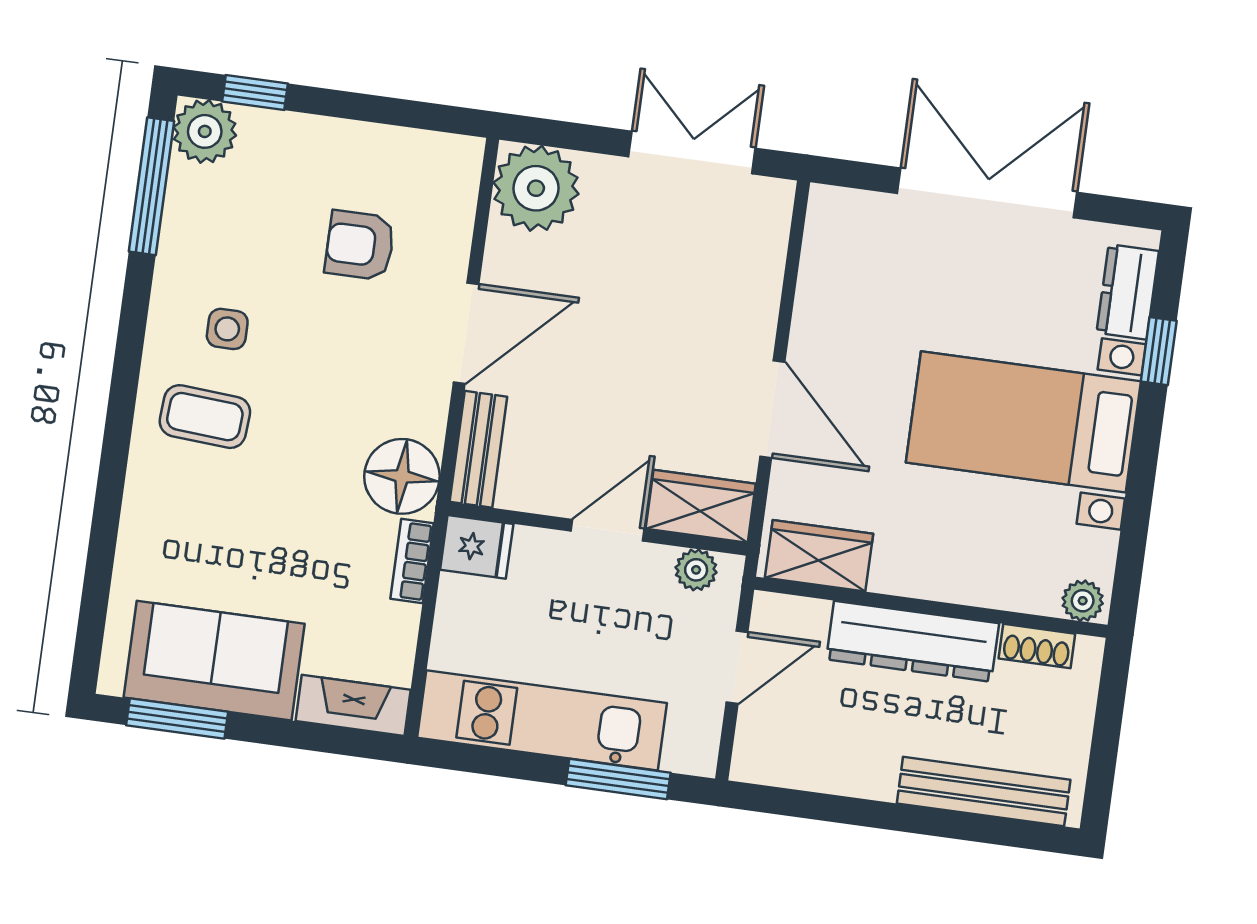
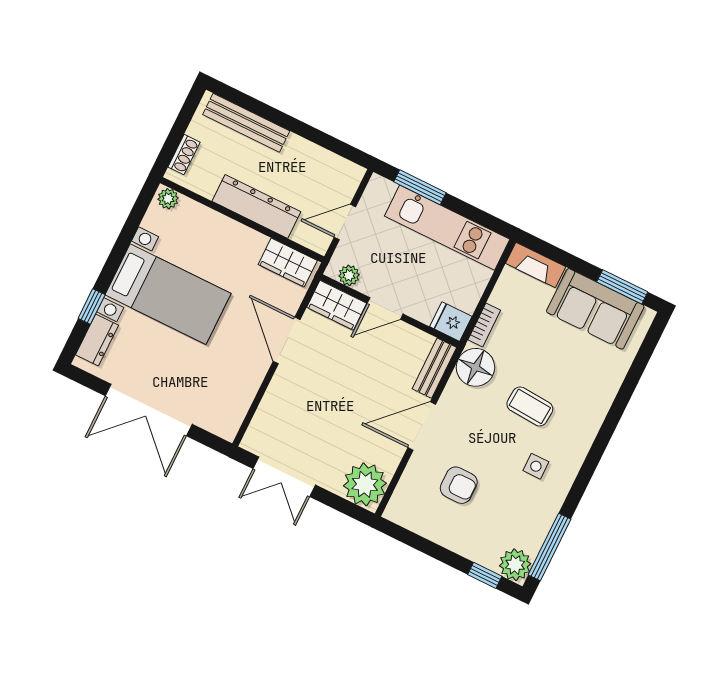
coffee table: (205, 417) -> (530, 406), moved
shoe rack: (1037, 646) -> (184, 155), moved, turned 90

